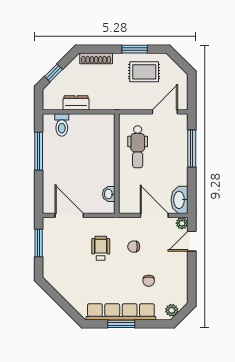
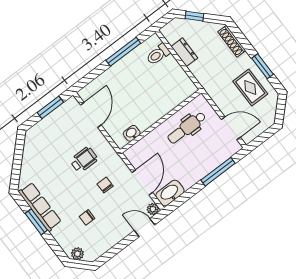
row of seats: (121, 312) -> (40, 207), width x0.73

